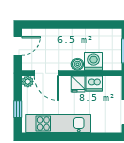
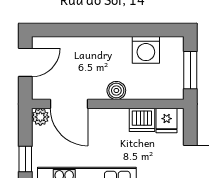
washing machine: (93, 61) -> (146, 50), moved, turned 180
fridge: (78, 84) -> (167, 121), moved

